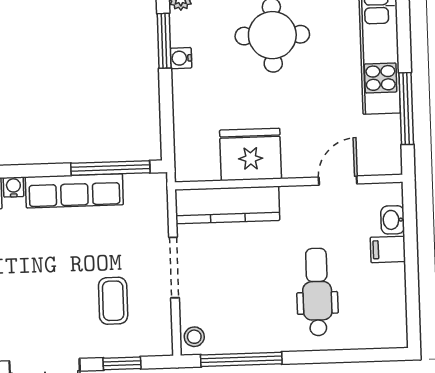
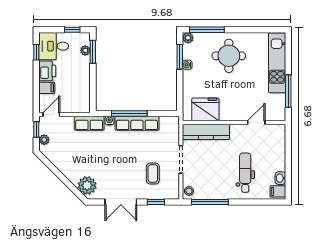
fridge: (251, 154) -> (205, 109), moved
window: (110, 168) -> (129, 113), moved
washbasin: (393, 220) -> (280, 178), moved
filing cabinet: (388, 249) -> (278, 191), moved

